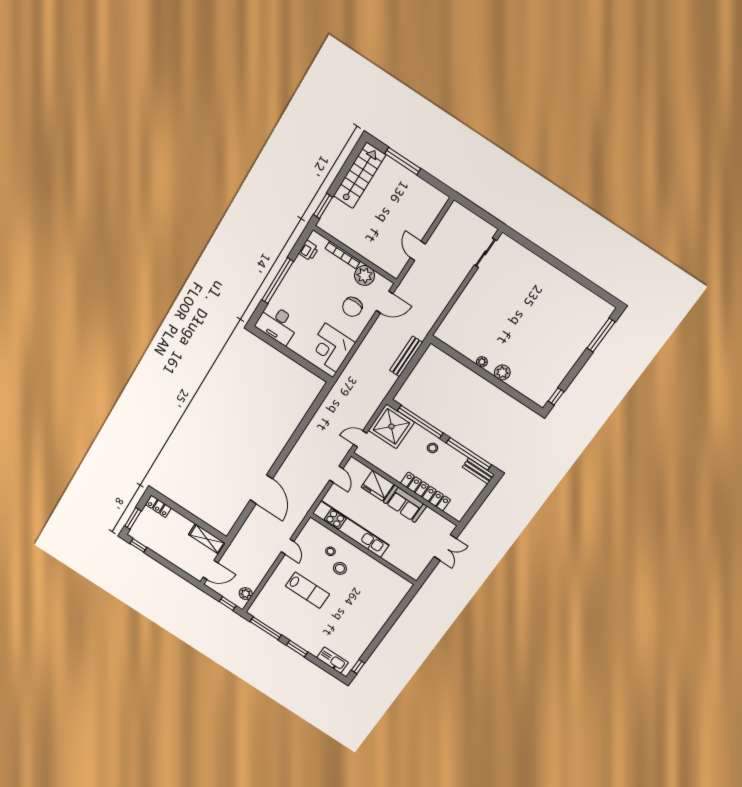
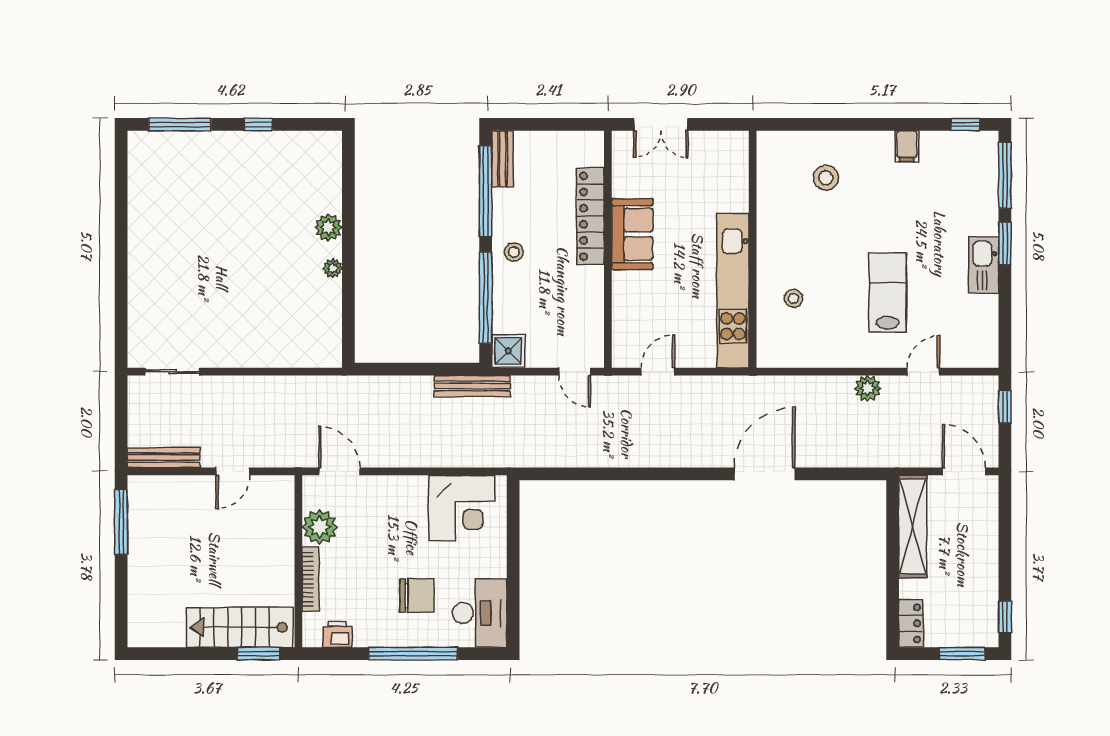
window: (403, 161) -> (121, 522), moved
stairs: (360, 175) -> (240, 627), moved
bench: (447, 221) -> (164, 458), added
chair: (352, 307) -> (417, 595), moved
bench: (406, 356) -> (472, 386), moved
window: (556, 396) -> (258, 124), moved
shower: (391, 426) -> (508, 351), width x0.54, depth x0.54
fridge: (378, 486) -> (632, 296), removed
shelving: (207, 539) -> (913, 526), width x1.47
door: (288, 547) -> (923, 372), moved
double door: (445, 548) -> (661, 124), swing flipped
stool: (340, 568) -> (826, 178), moved
plant: (246, 594) -> (868, 388), moved
window: (266, 628) -> (1005, 175), moved
filing cabinet: (365, 639) -> (907, 146), added
kitchen sink: (332, 660) -> (984, 265), moved

